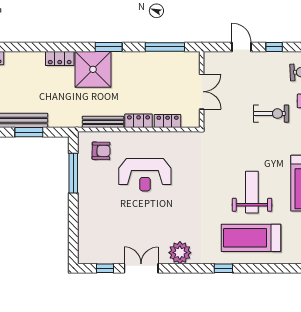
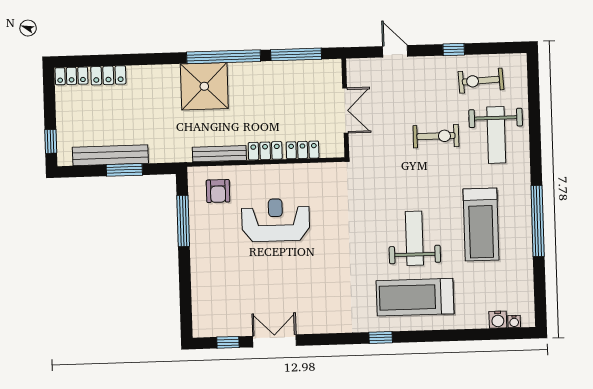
window: (109, 47) -> (224, 57), width x2.11
window: (274, 47) -> (454, 50), moved
locker: (60, 59) -> (108, 75), moved
armchair: (101, 151) -> (218, 191), turned 89
reception desk: (145, 175) -> (276, 220), turned 180
plant: (180, 253) -> (324, 319), removed

